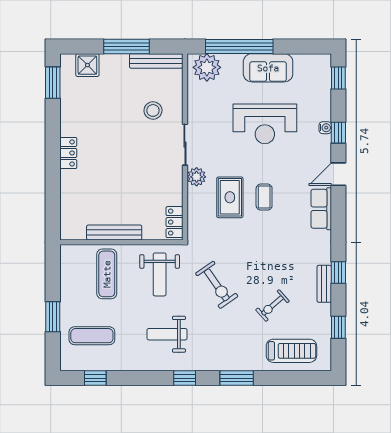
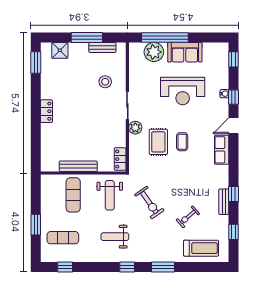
bench: (156, 61) -> (102, 47), width x0.73
plant: (207, 67) -> (154, 52), moved

